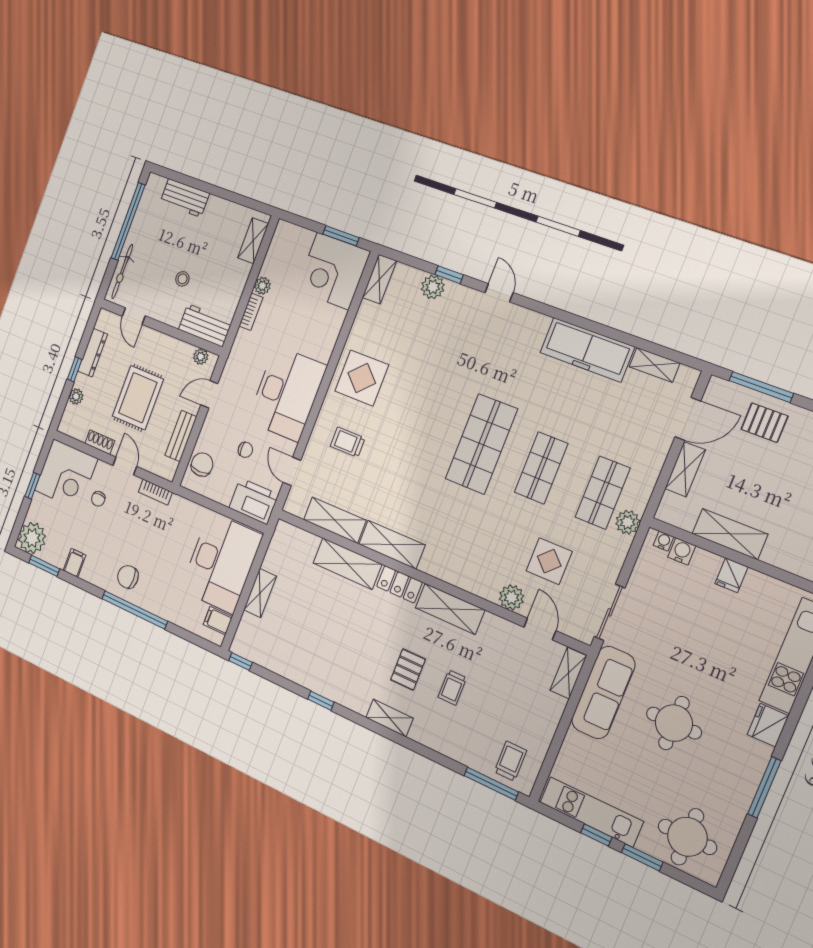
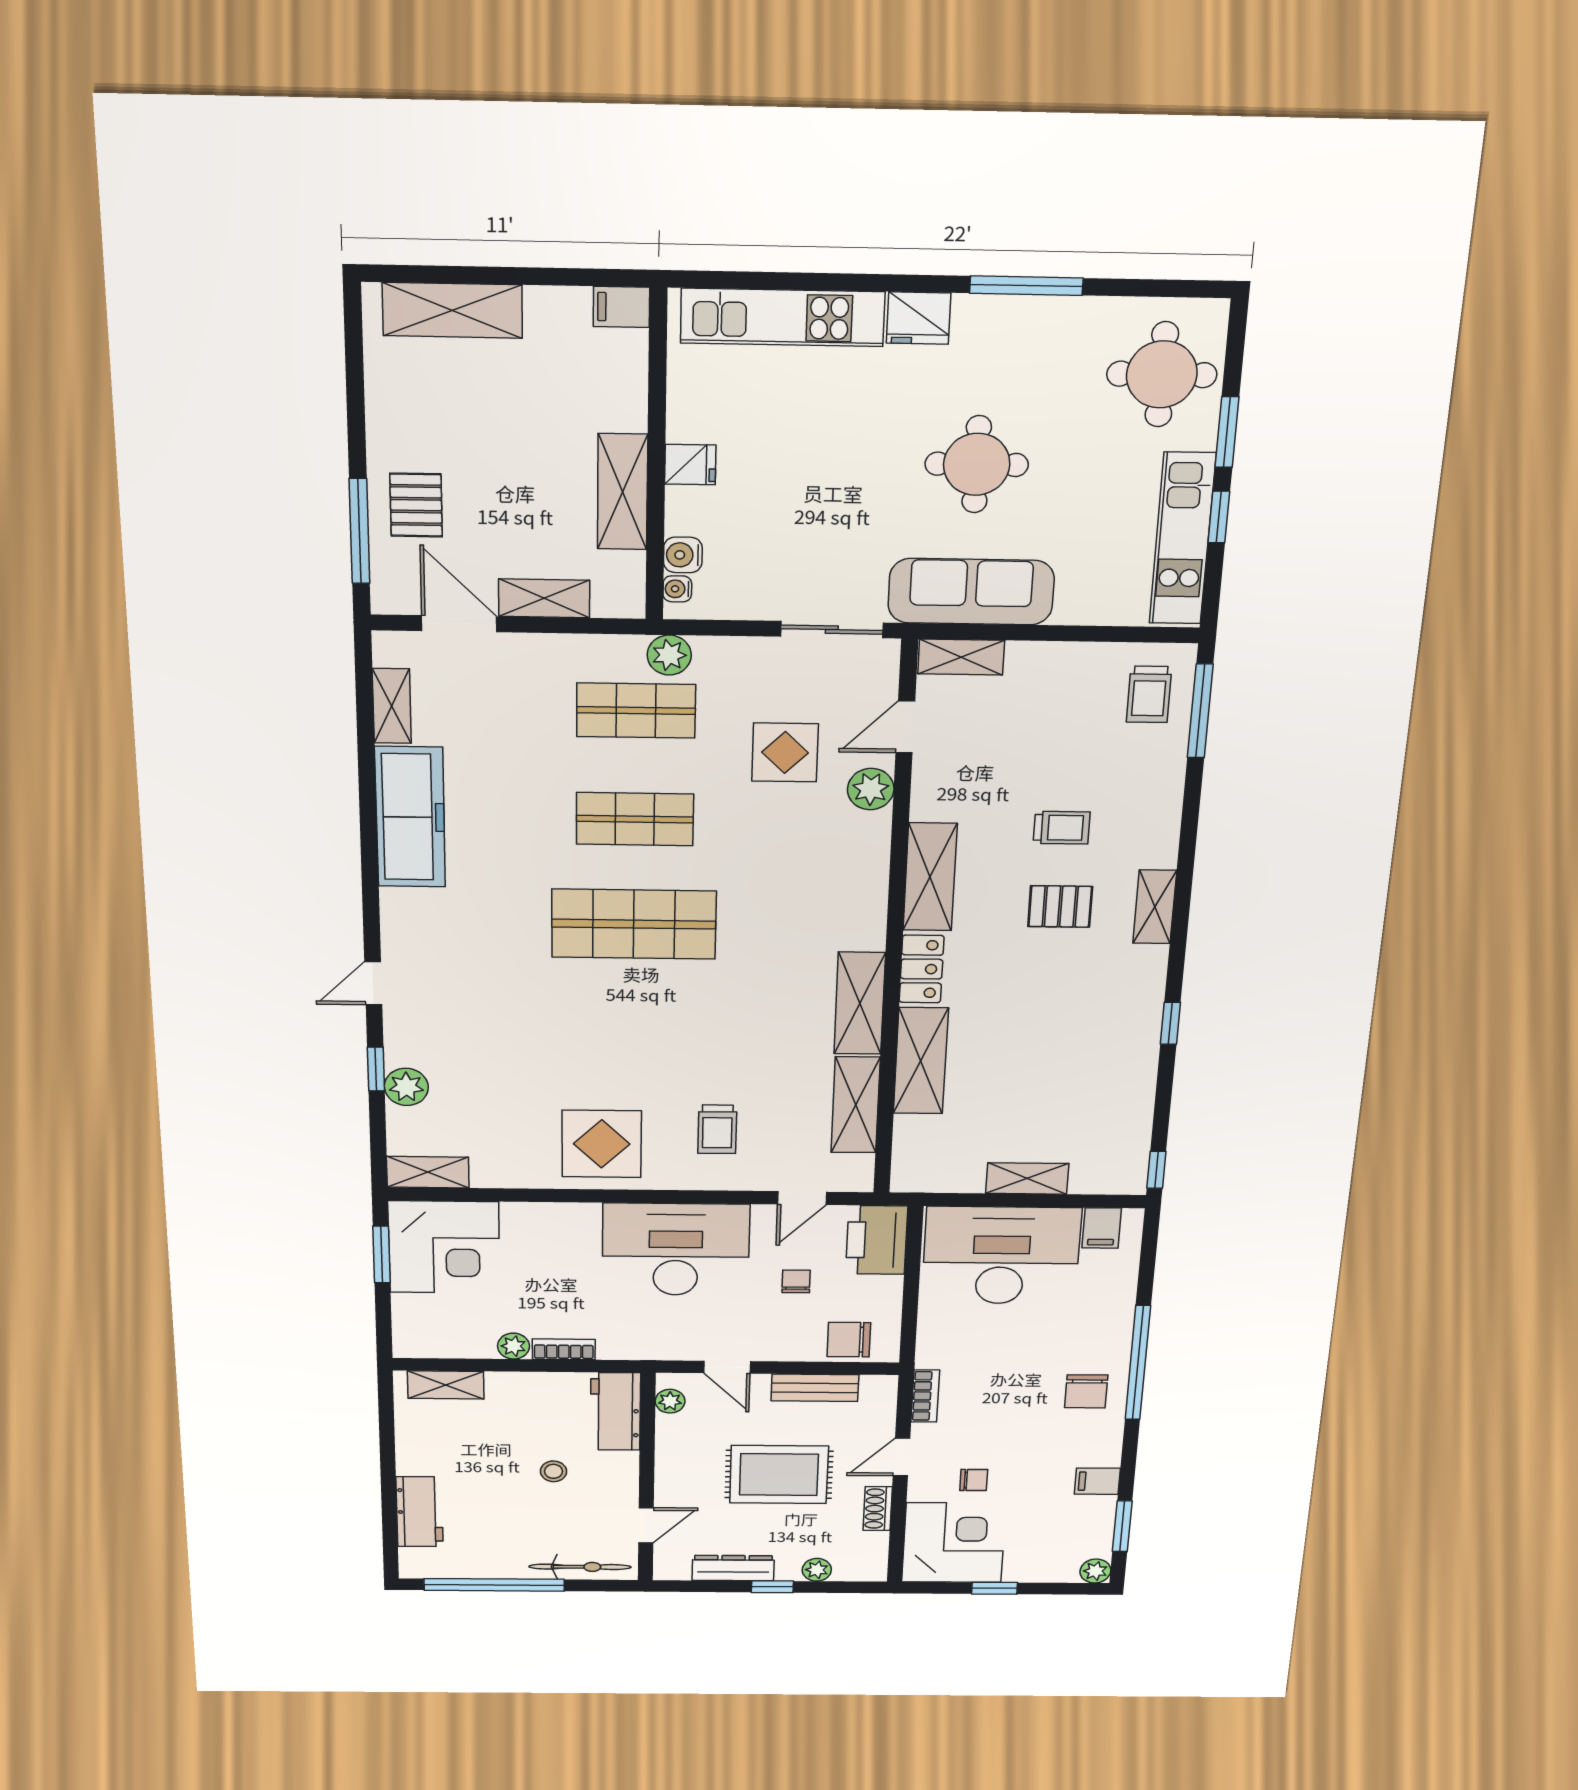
plant: (32, 538) -> (1095, 1571), width x0.53, depth x0.53
trolley: (510, 761) -> (1149, 694), turned -90

